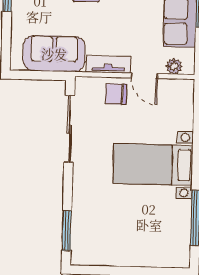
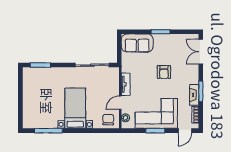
sofa: (54, 54) -> (137, 43), moved, turned 90
chair: (116, 94) -> (108, 120), moved

